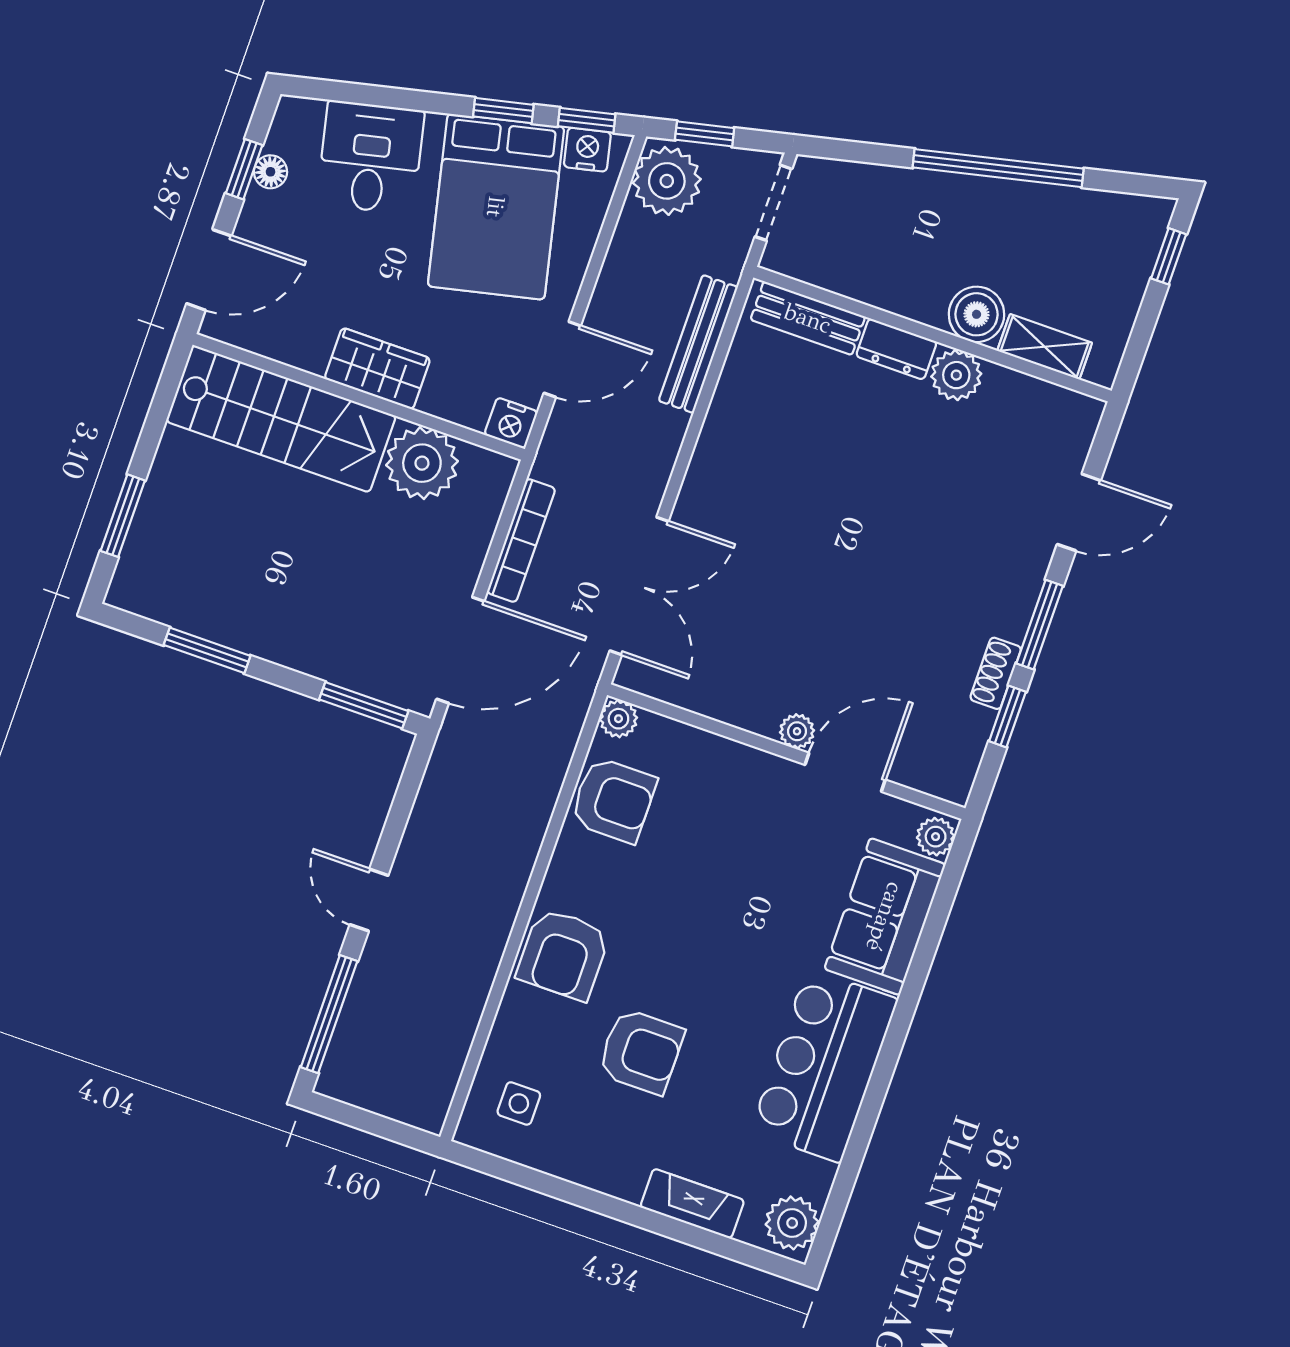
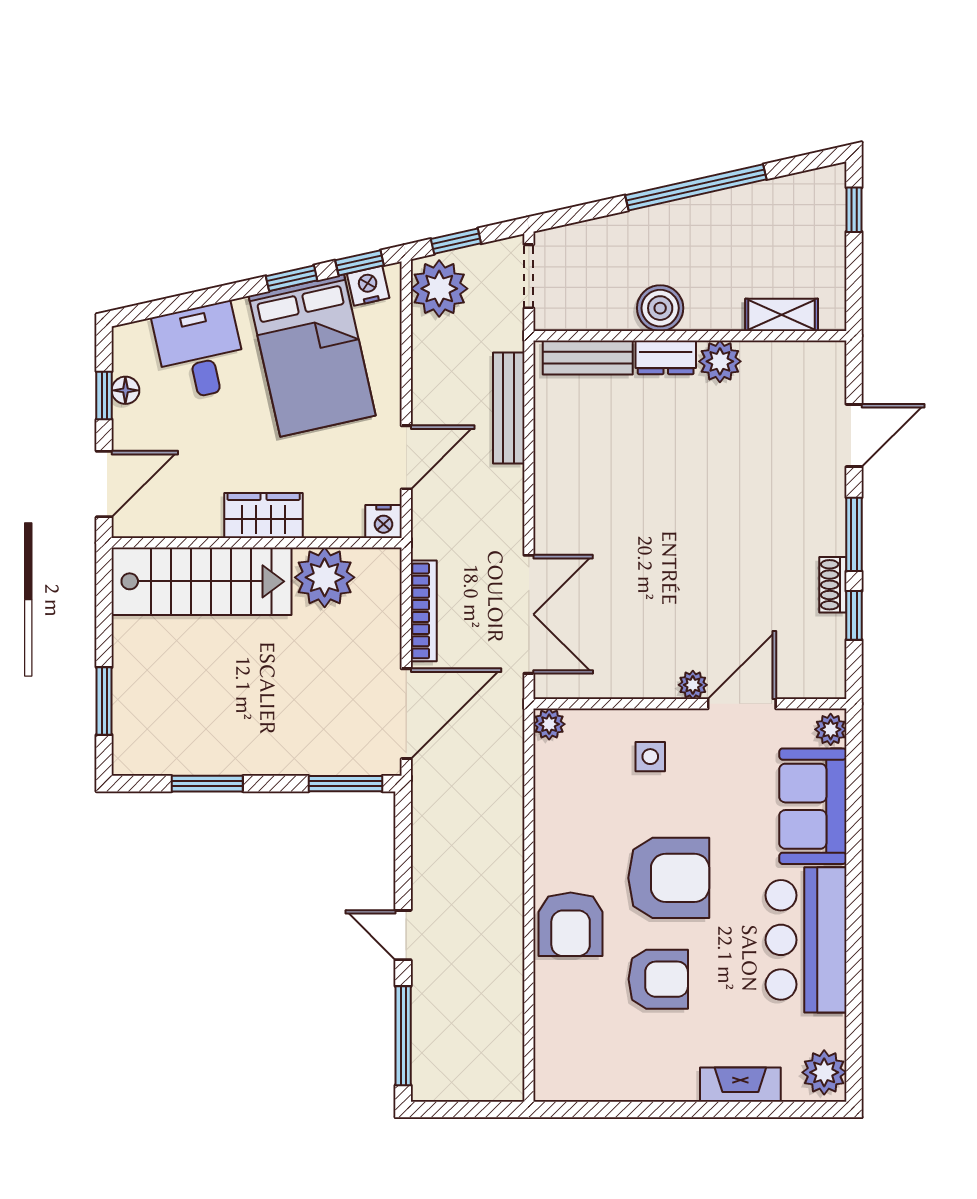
boiler: (977, 314) -> (660, 308), moved
armchair: (613, 800) -> (669, 878), moved, width x1.36, depth x1.36
side table: (519, 1103) -> (650, 757), moved

